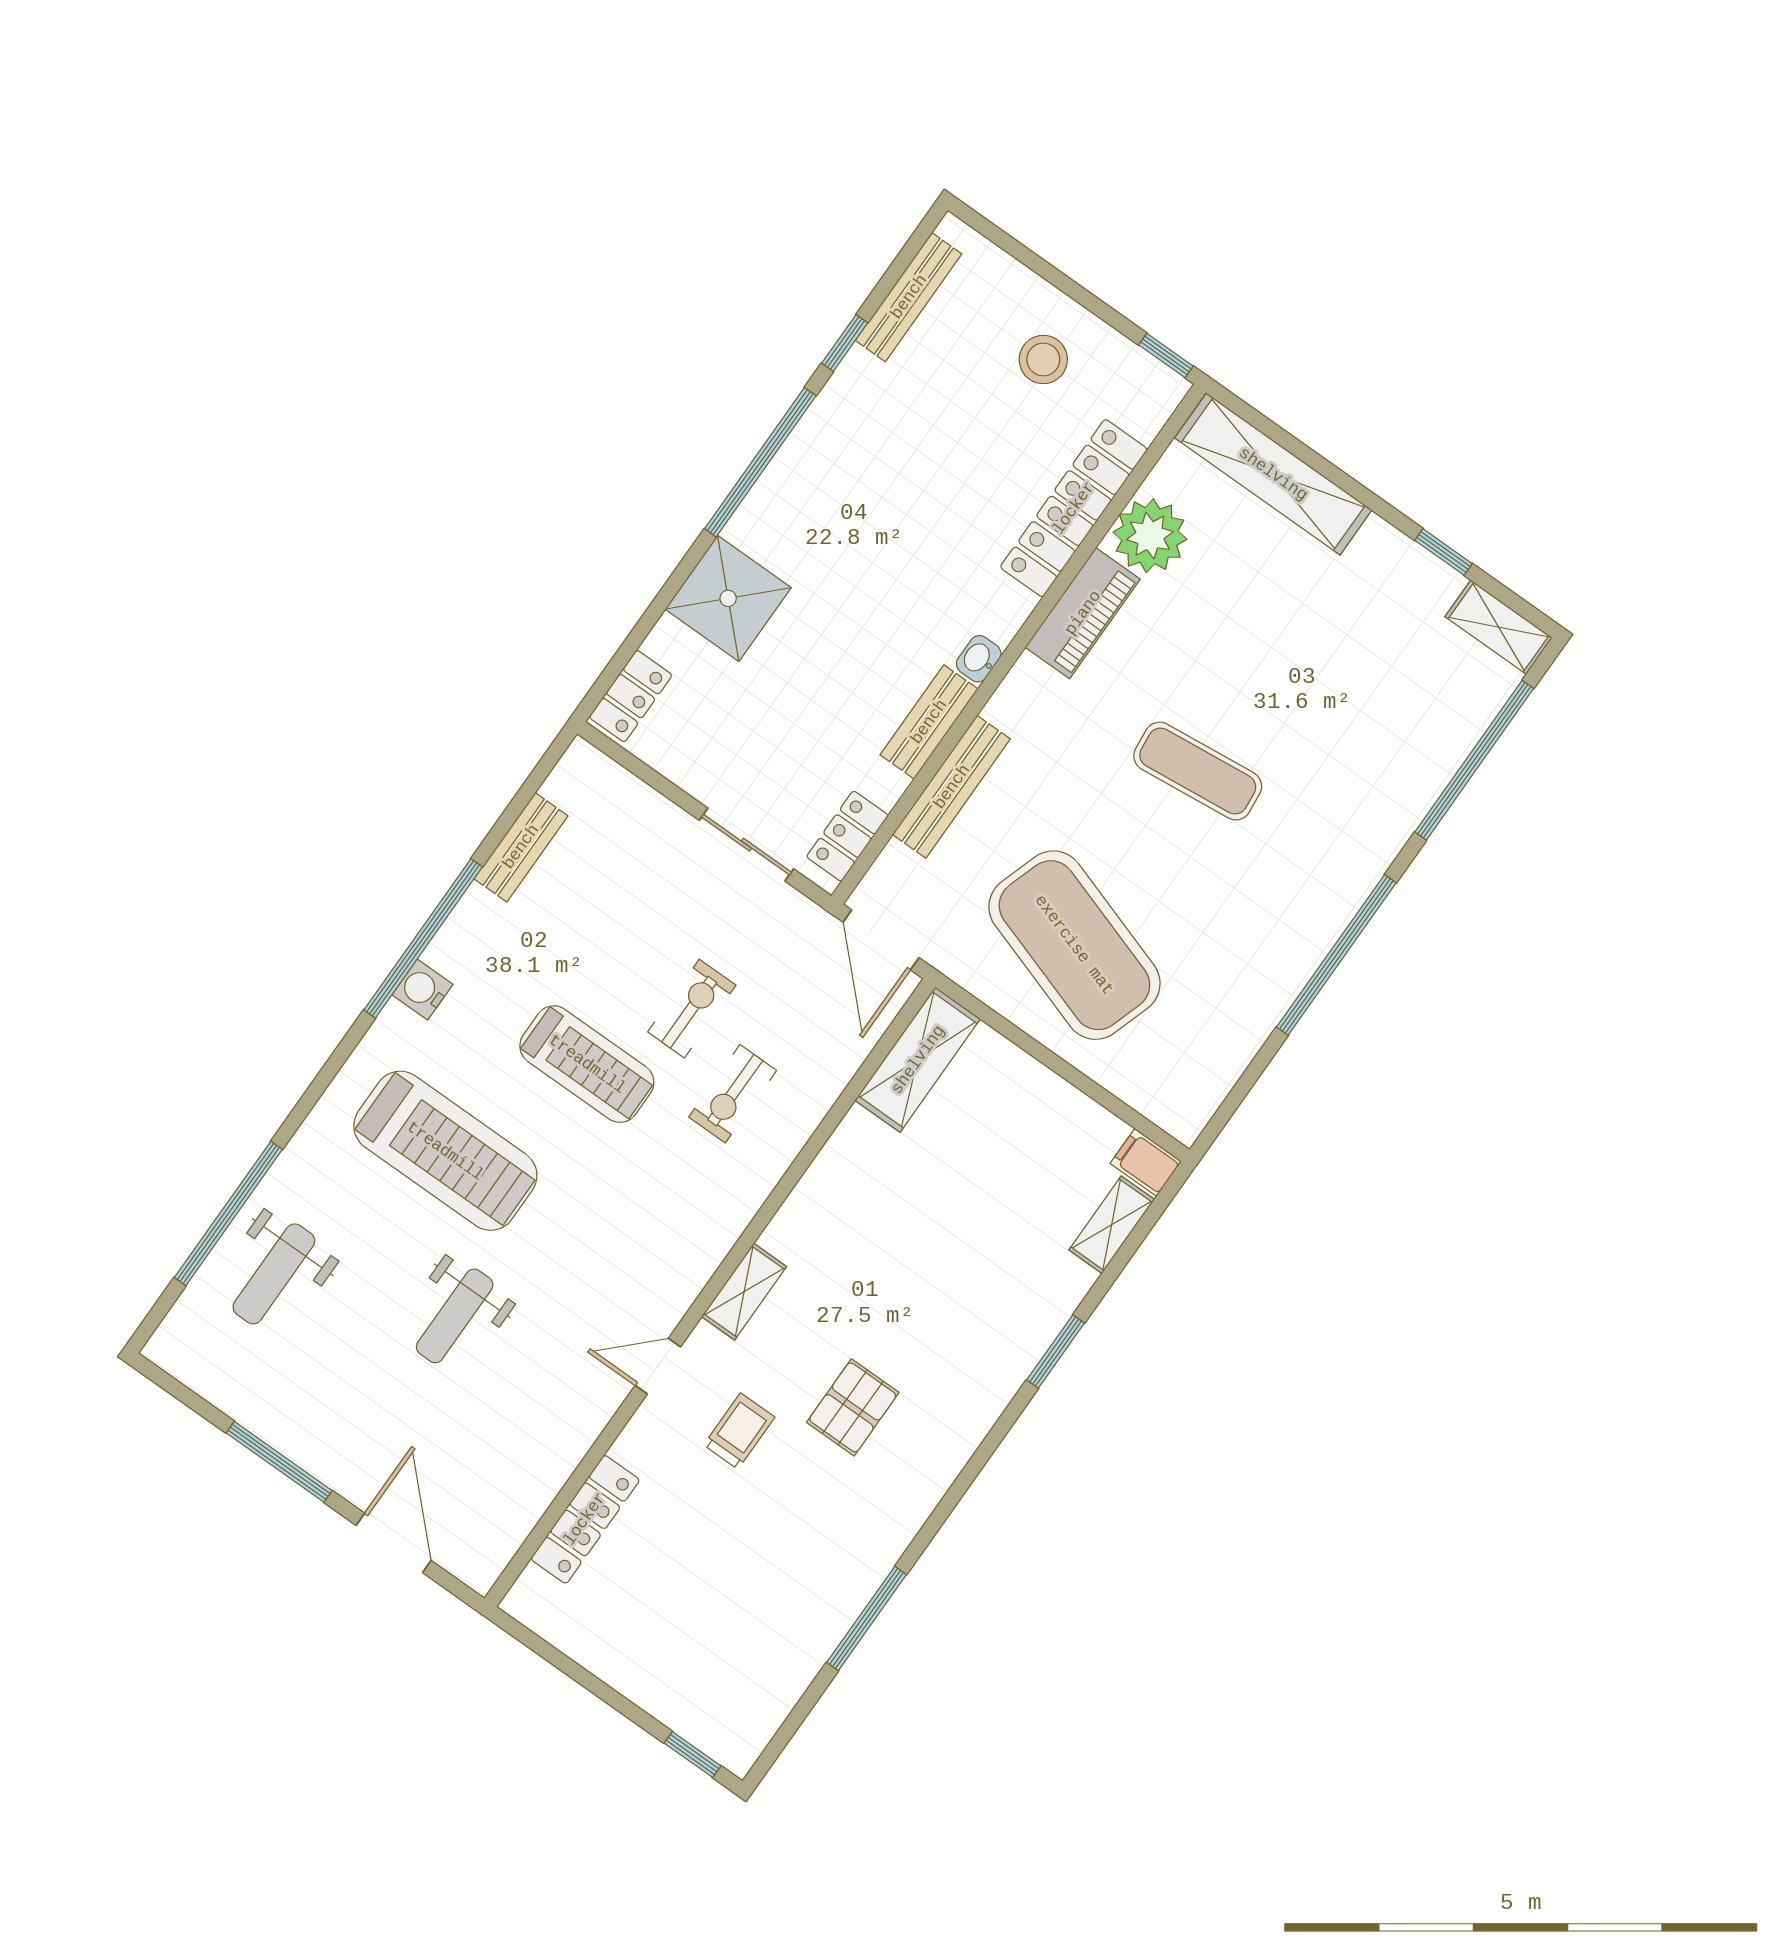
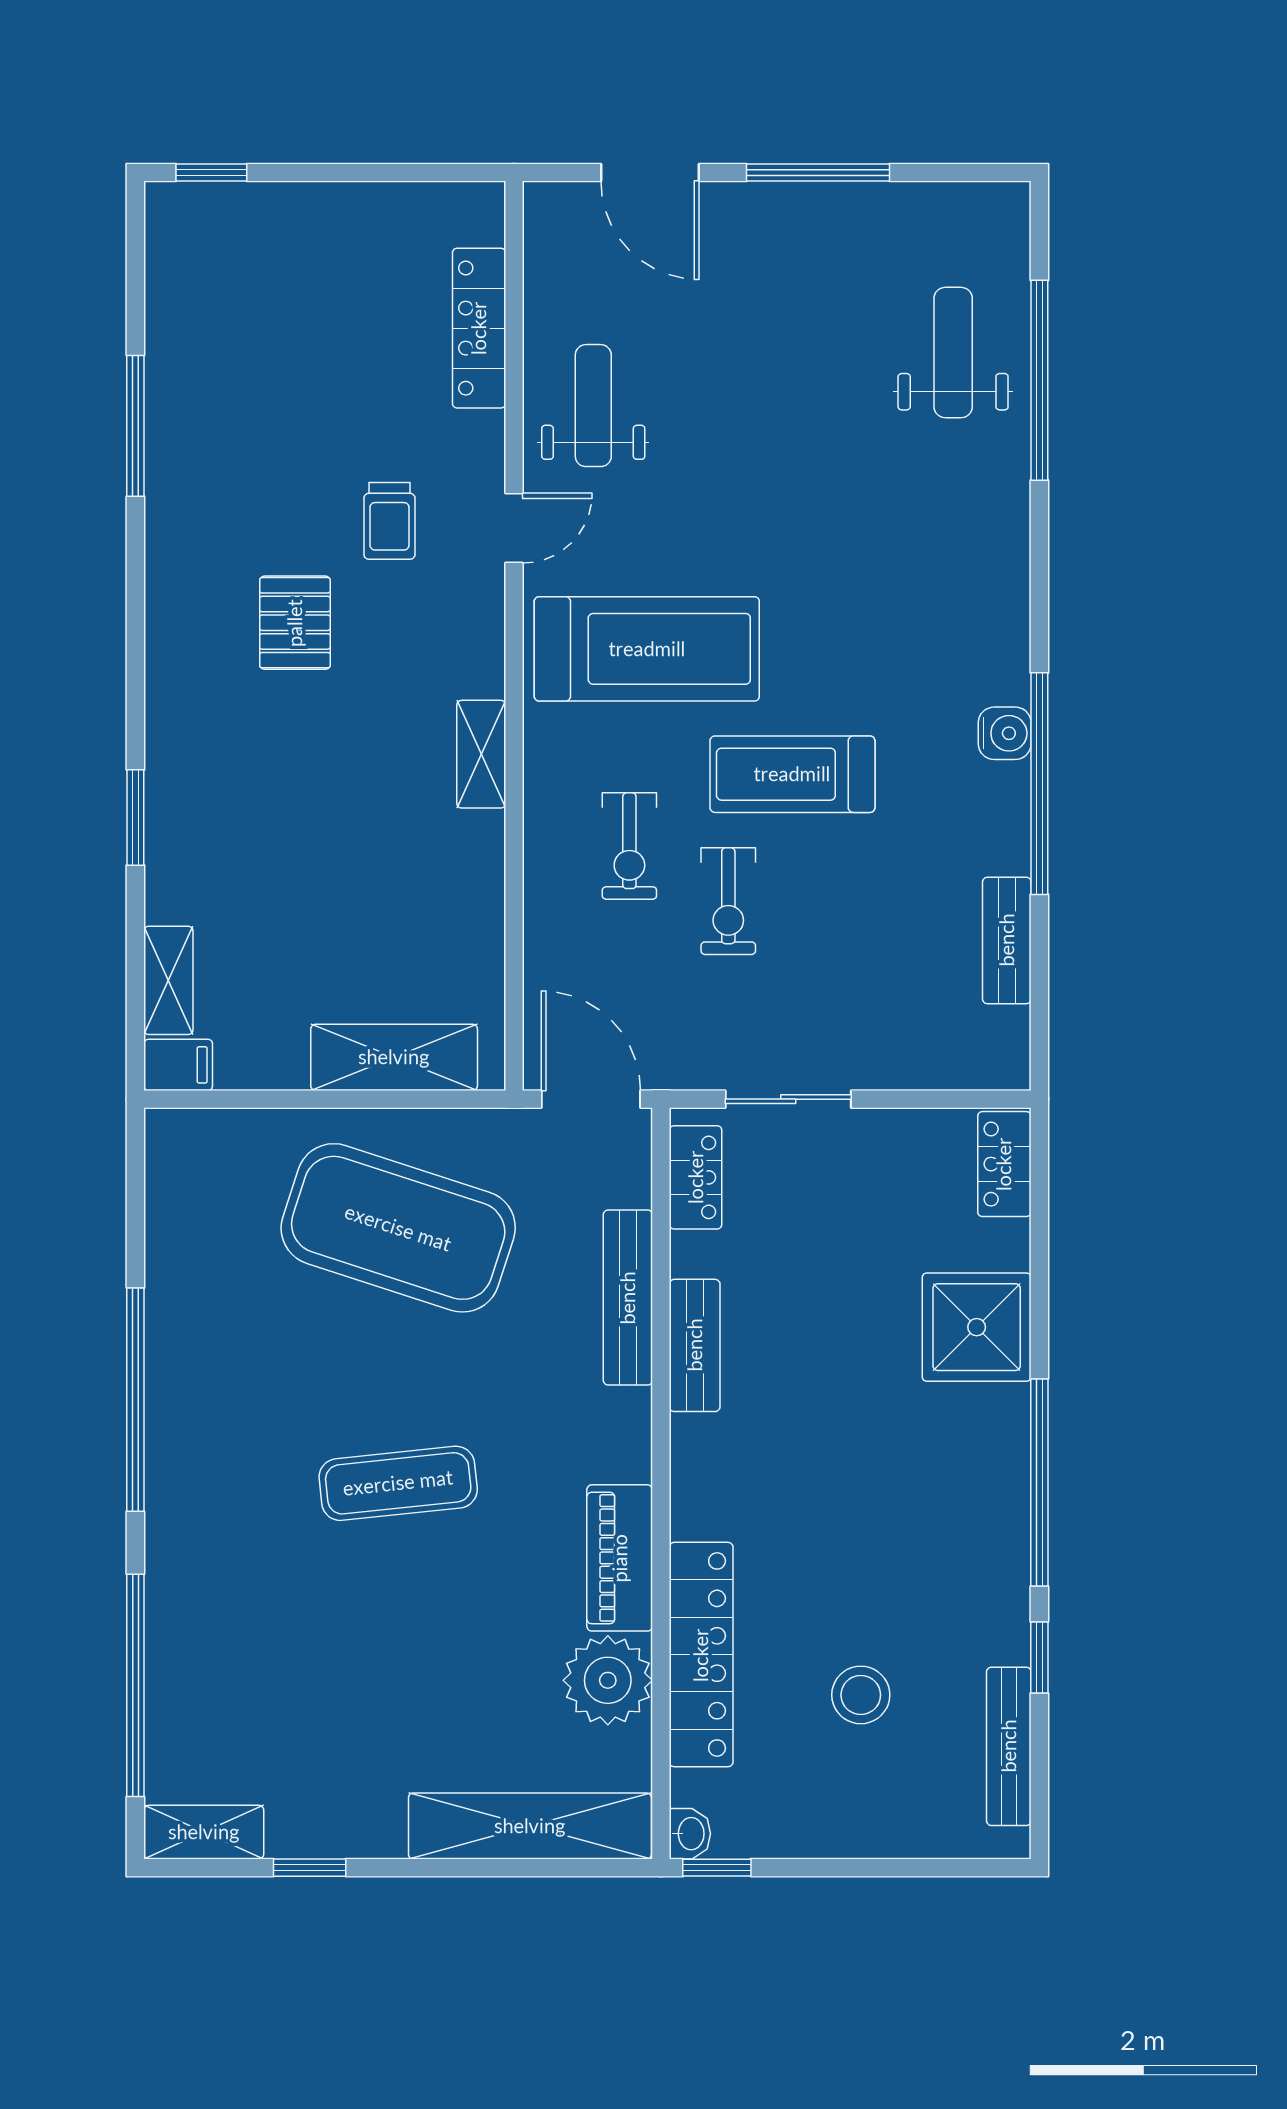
stool: (1043, 359) -> (861, 1695), moved
washbasin: (979, 659) -> (690, 1834), moved
shelving: (918, 1060) -> (394, 1057), moved, turned 90
exercise bike: (733, 1094) -> (629, 846), turned 180
treadmill: (445, 1151) -> (647, 649), moved, turned 180
shelving: (744, 1292) -> (481, 754), moved
weight bench: (455, 1316) -> (593, 406), moved

